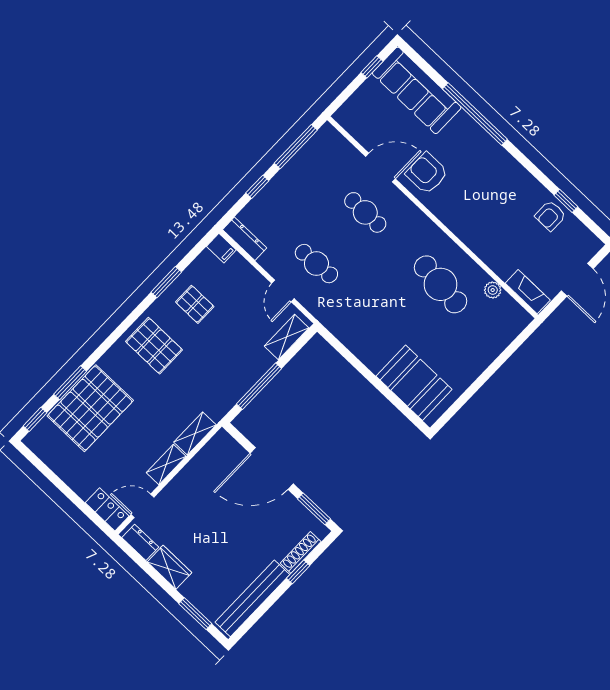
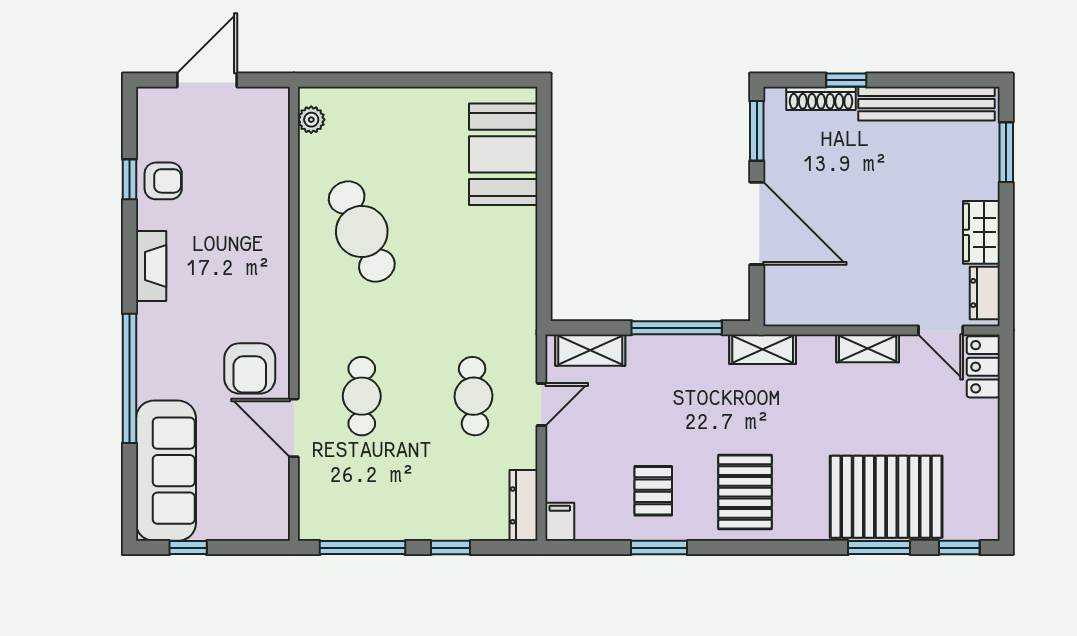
cafe table: (441, 284) -> (362, 232), turned -30
plant: (493, 290) -> (311, 120), moved
fireplace: (528, 292) -> (151, 266), moved, turned 180
shelving: (195, 433) -> (763, 349), moved

